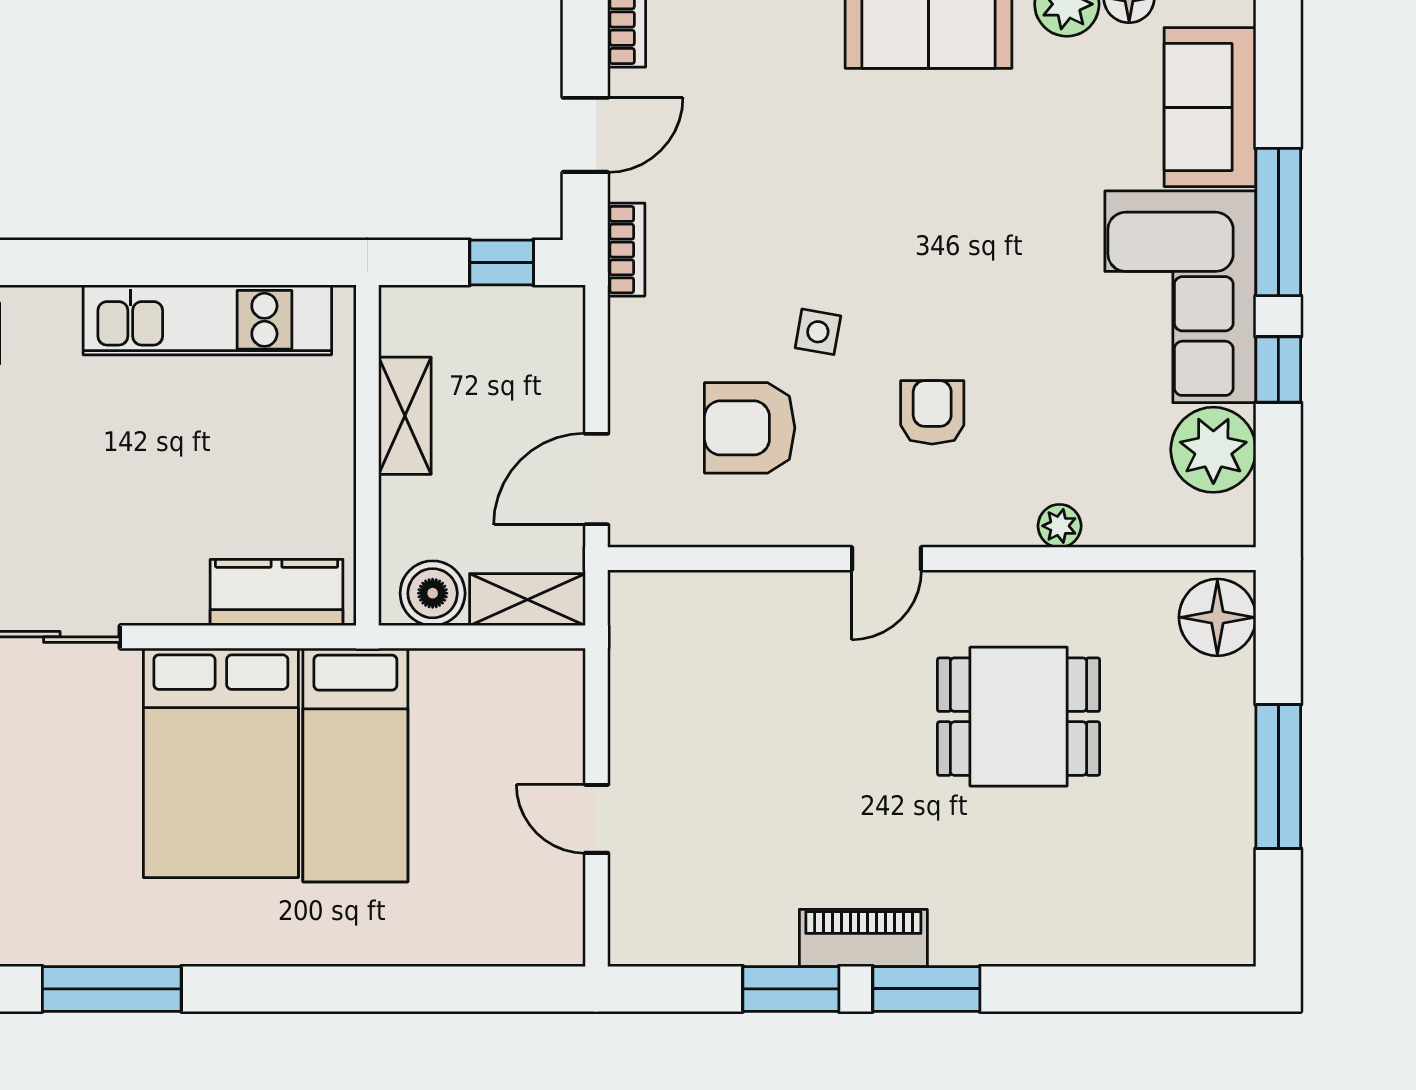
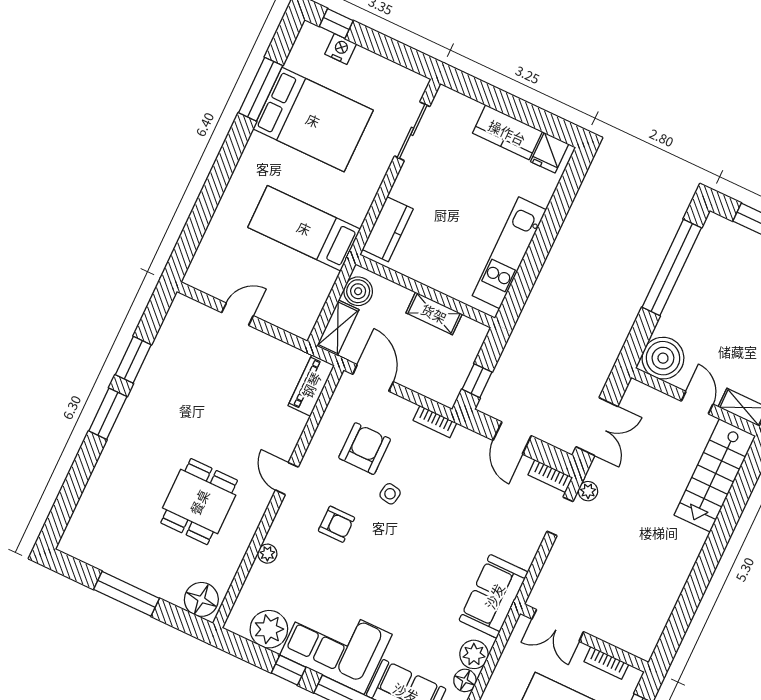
bookcase: (626, 250) -> (435, 422), moved
bed: (221, 763) -> (313, 120), moved, turned 180
piano: (863, 938) -> (311, 385), moved, turned 180

